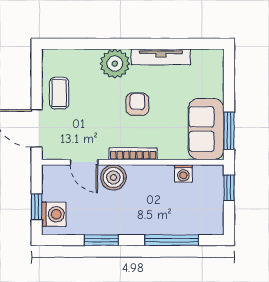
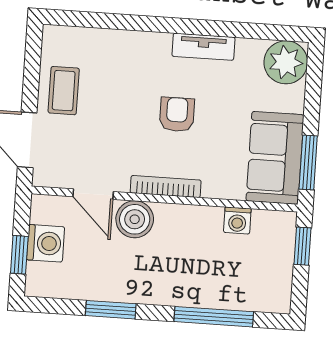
tv unit: (161, 57) -> (203, 47), width x0.71
plant: (115, 64) -> (286, 62), moved
washing machine: (54, 214) -> (45, 243), moved

